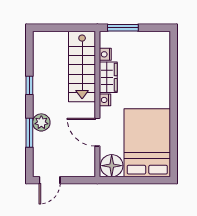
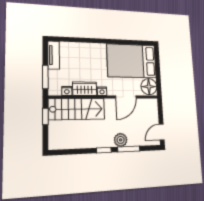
window: (73, 28) -> (45, 116), added
tv unit: (152, 38) -> (54, 55), added
window: (29, 85) -> (104, 150), moved
door: (50, 180) -> (162, 132), swing flipped

